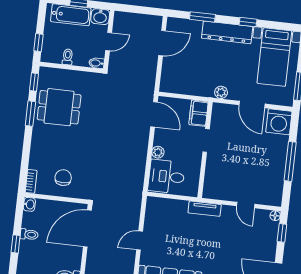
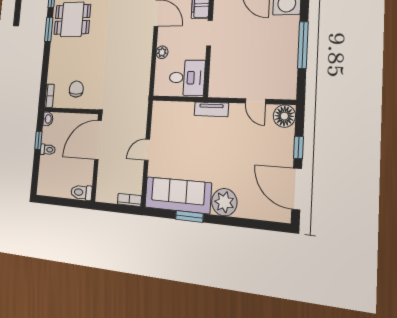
desk: (166, 176) -> (187, 78), moved, turned 180
floor lamp: (275, 216) -> (284, 116), width x1.89, depth x1.89
window: (282, 233) -> (298, 148), moved
window: (16, 244) -> (38, 140), moved

